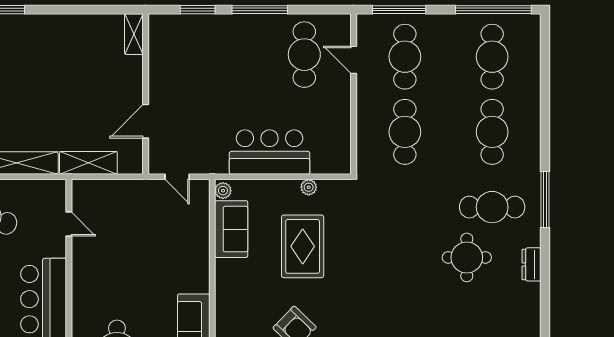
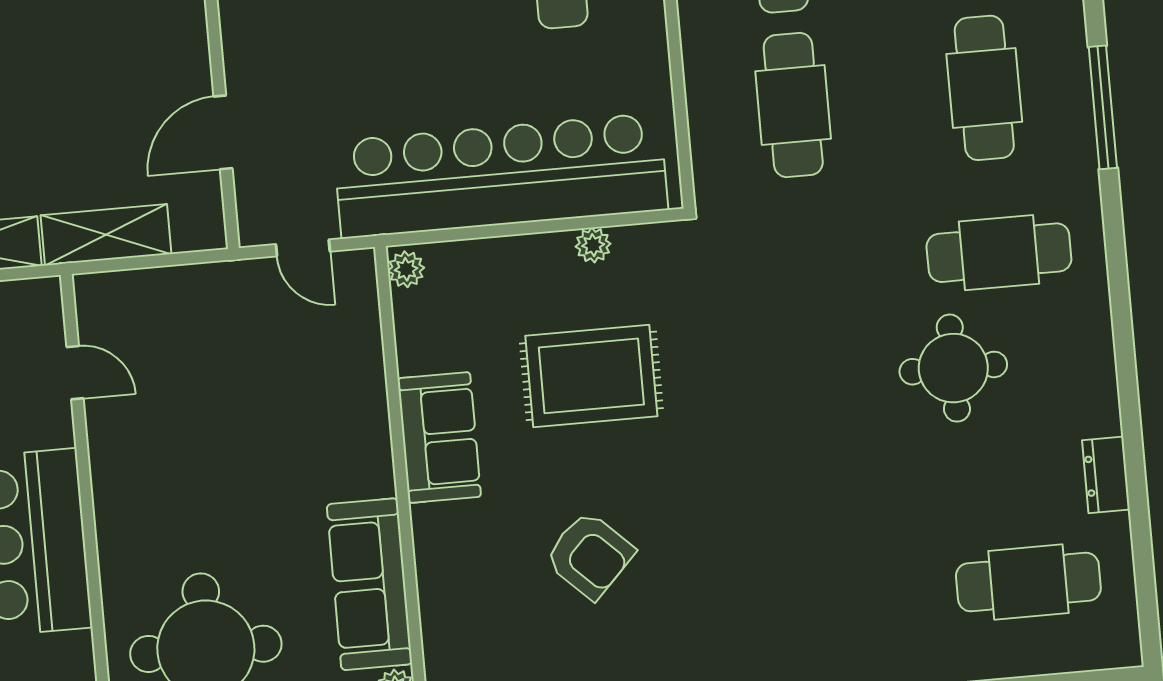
bar counter: (270, 152) -> (501, 176), width x1.86
window: (545, 199) -> (1103, 107), moved
sofa: (231, 229) -> (439, 437), moved
rug: (303, 246) -> (591, 376), turned 90
dresser: (532, 264) -> (1106, 475), moved

